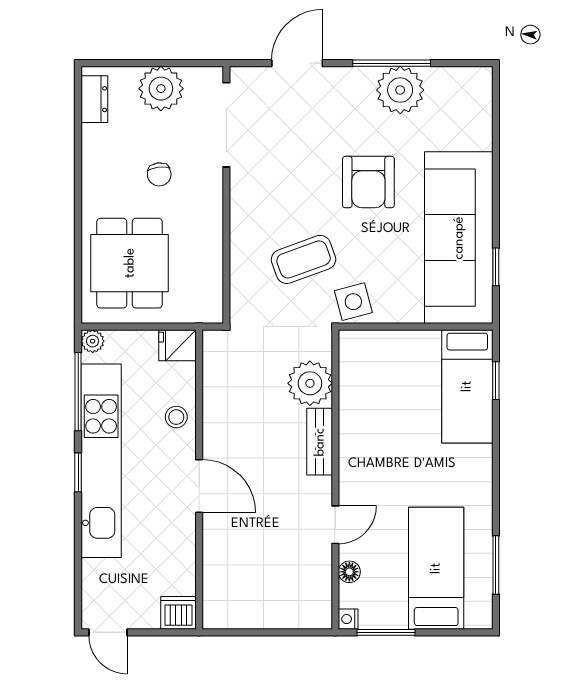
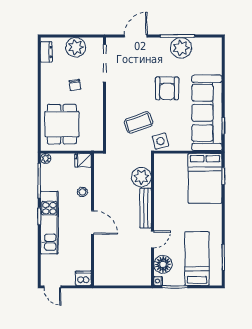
bed: (467, 386) -> (205, 178), width x1.50
bench: (320, 442) -> (146, 208), width x1.36
kitchen unit: (101, 461) -> (49, 223), width x0.73
floor lamp: (349, 572) -> (163, 264), width x1.89, depth x1.89

